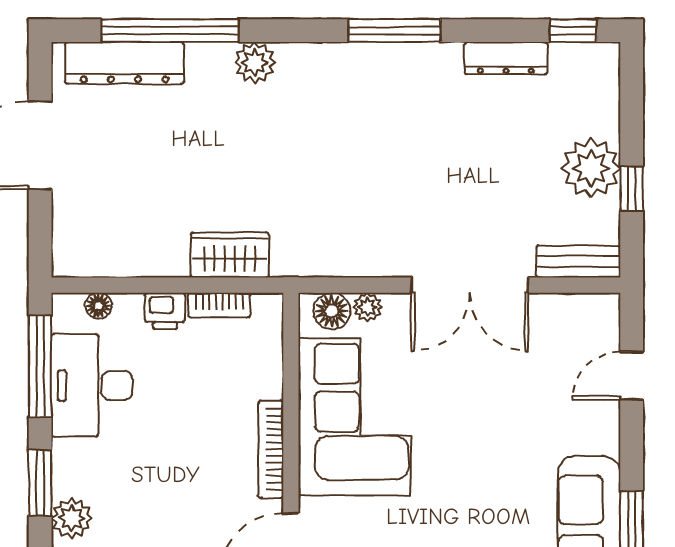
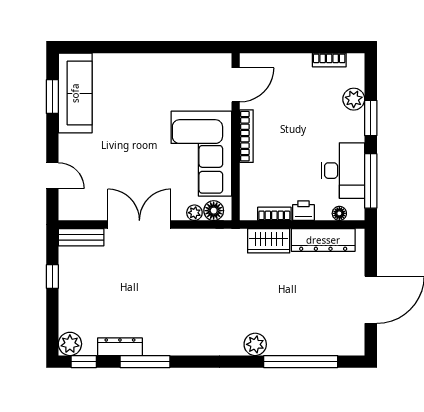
window: (395, 31) -> (145, 362), moved
dresser: (125, 63) -> (323, 240), moved, turned 180
plant: (591, 168) -> (70, 344), moved, width x0.73, depth x0.73
door: (632, 376) -> (52, 176), hinge flipped

